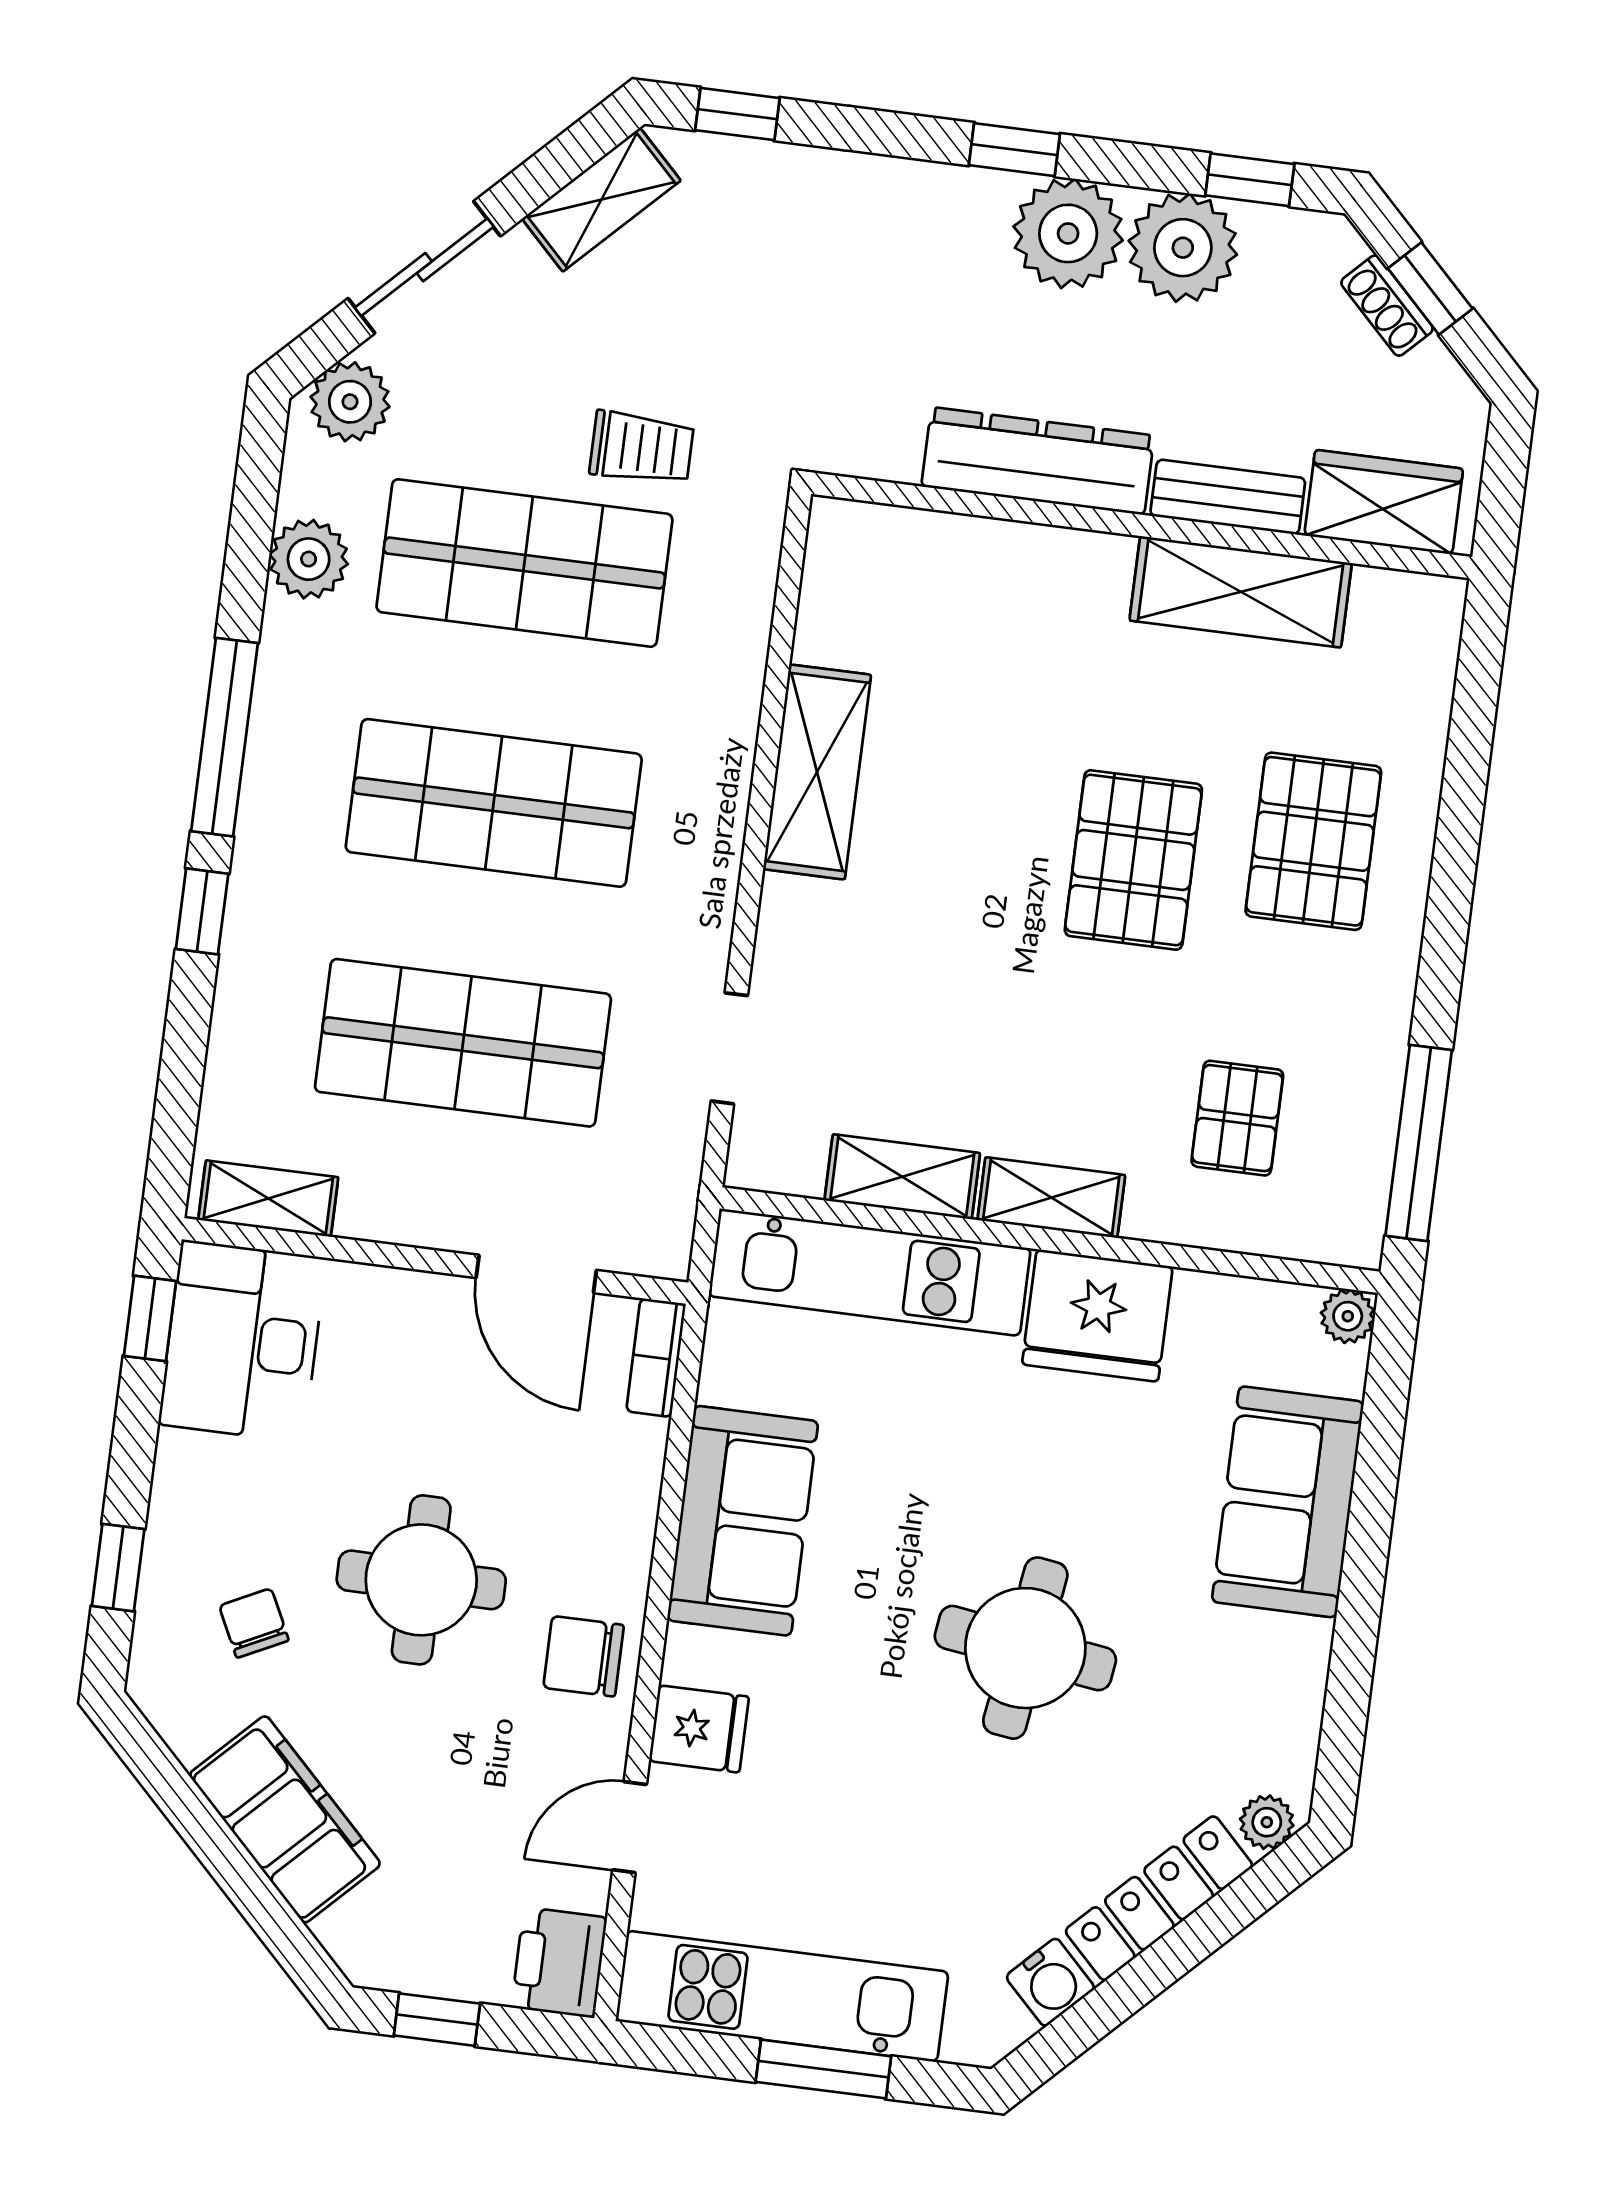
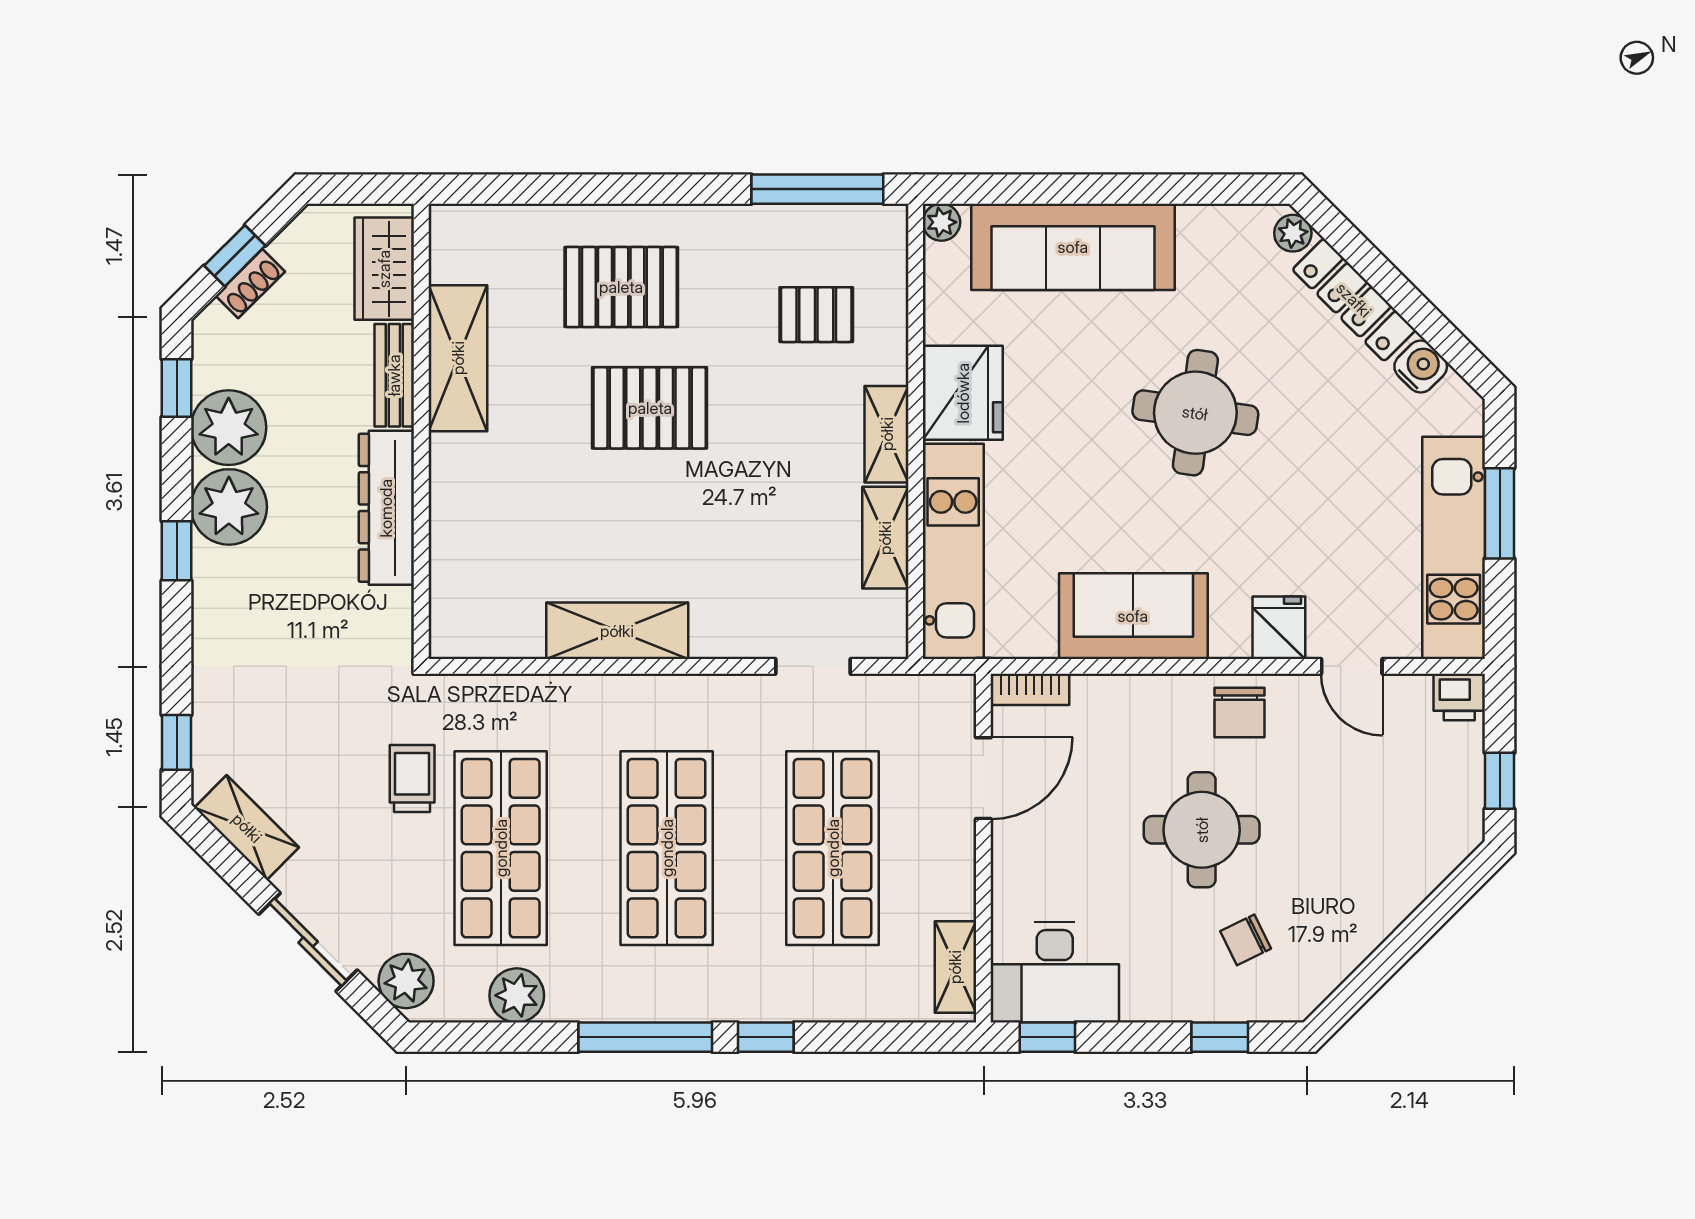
sofa: (1288, 1502) -> (1073, 247), width x1.36
filing cabinet: (285, 1819) -> (1377, 902), removed
printer: (559, 1963) -> (1459, 697), width x0.73, depth x0.81

